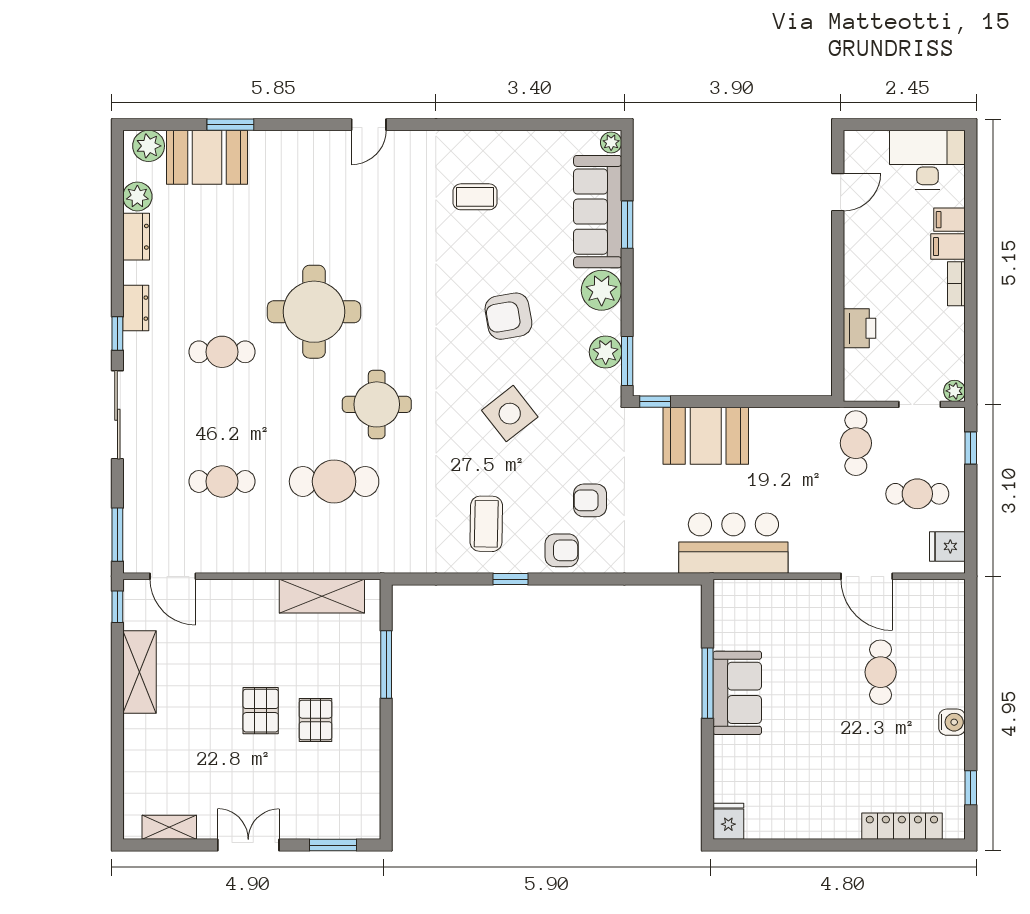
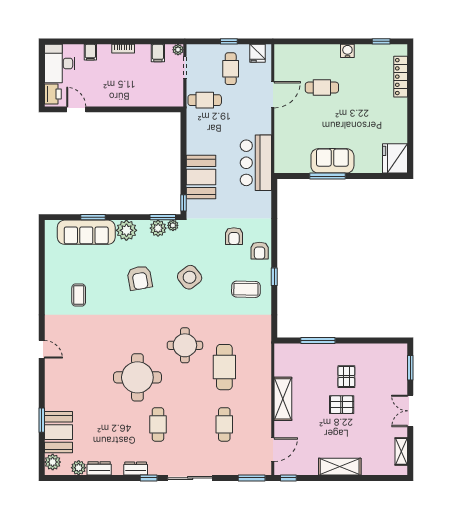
plant: (611, 142) -> (173, 225), moved
filing cabinet: (948, 247) -> (158, 53), moved
printer: (860, 328) -> (53, 94), moved, turned 90
window: (971, 448) -> (229, 41), moved
armchair: (562, 550) -> (260, 251), turned 180
shelving: (322, 596) -> (283, 399), moved
shelving: (139, 672) -> (340, 467), moved
pallet: (316, 720) -> (346, 377), turned 90
fridge: (728, 821) -> (395, 158), width x1.88, depth x1.34

